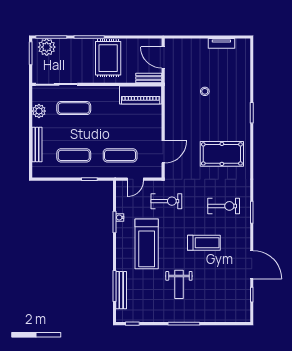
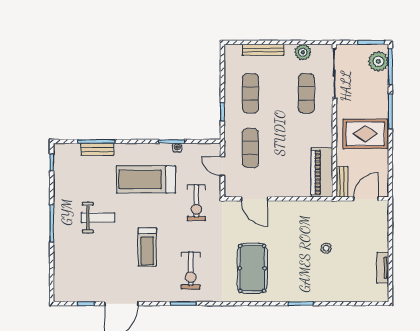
weight bench: (179, 284) -> (98, 218), turned 180
bench: (121, 290) -> (97, 149), width x0.73

